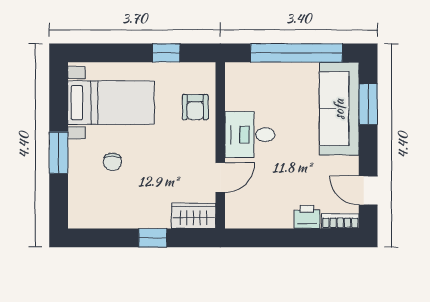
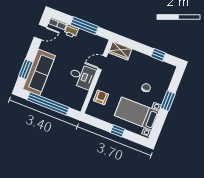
window: (166, 53) -> (118, 131), moved
door: (368, 190) -> (40, 32), hinge flipped
window: (153, 238) -> (158, 55), moved
window: (285, 238) -> (84, 26), added

